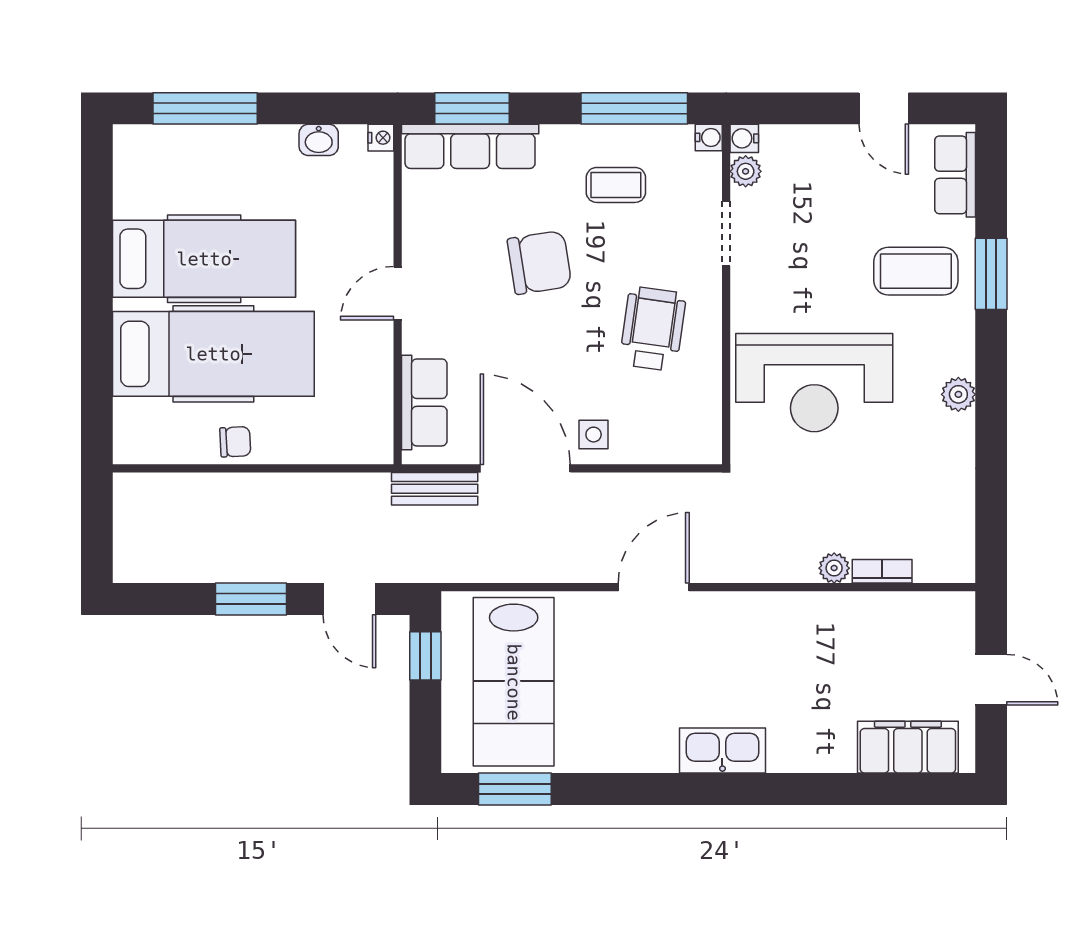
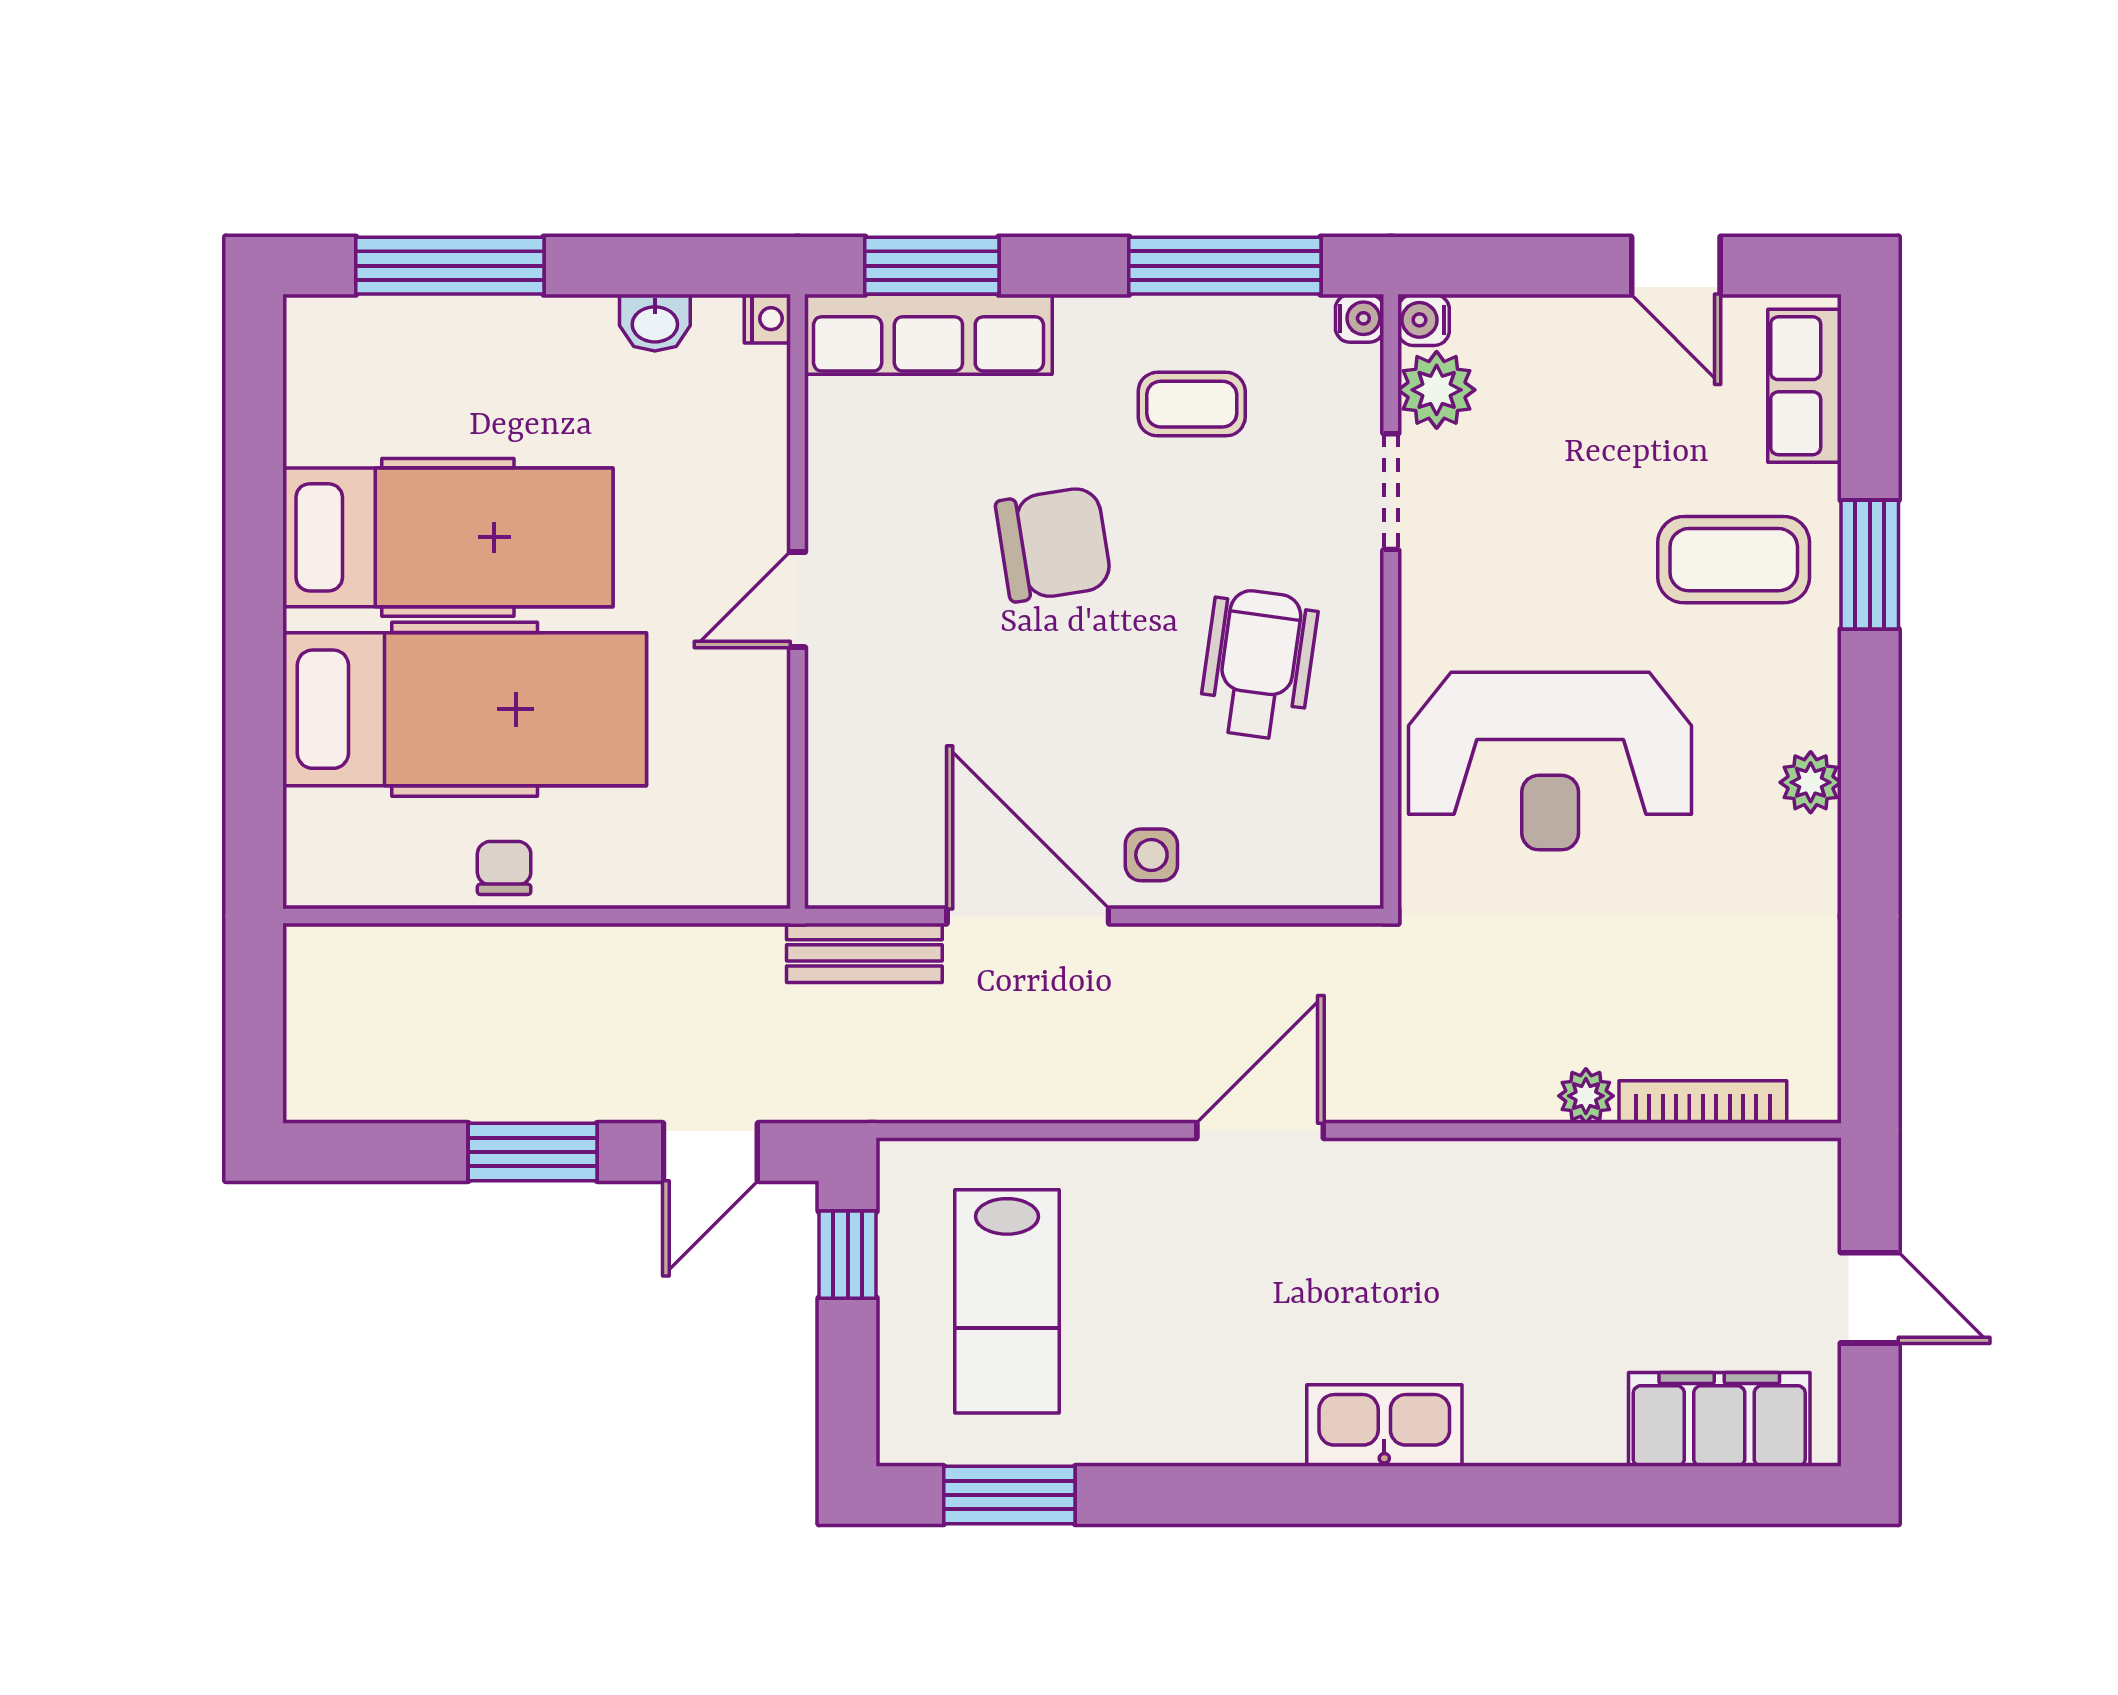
plant: (746, 171) -> (1437, 390), width x1.38, depth x1.38
row of seats: (424, 402) -> (846, 797), removed
chair: (235, 442) -> (504, 868), turned -87
bookcase: (882, 571) -> (1703, 1102), width x1.56
door: (349, 599) -> (710, 1152), hinge flipped
lab bench: (514, 682) -> (1007, 1301), width x0.73, depth x0.72

